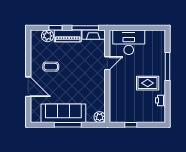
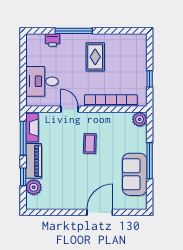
desk: (129, 42) -> (42, 81), width x0.73
coffee table: (51, 67) -> (90, 143), moved
bookcase: (114, 95) -> (111, 101), added
printer: (160, 100) -> (53, 40), moved
sofa: (63, 113) -> (135, 174), width x0.73

